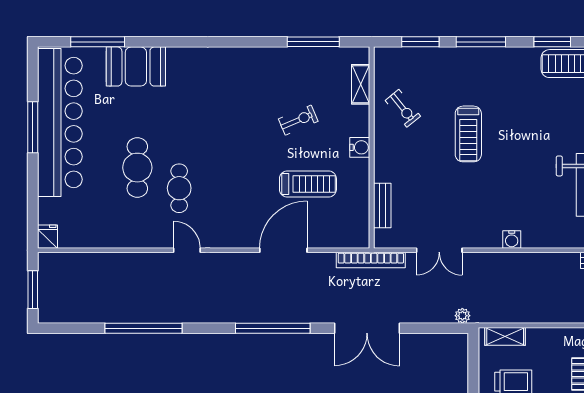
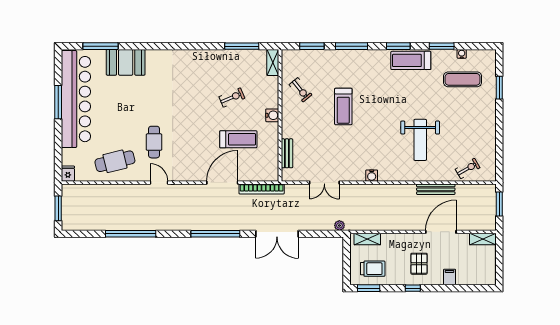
shelving: (361, 84) -> (273, 62), moved
cafe table: (137, 168) -> (115, 161), moved, turned 76
bookcase: (371, 260) -> (262, 189), moved

